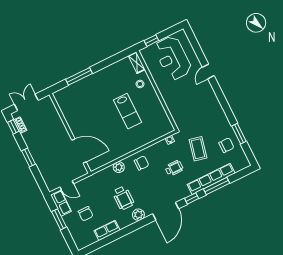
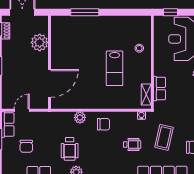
shelving: (137, 63) -> (146, 94), moved
row of seats: (174, 110) -> (160, 89), added
plant: (54, 121) -> (40, 42), added
door: (79, 151) -> (49, 83), hinge flipped
door: (67, 185) -> (22, 110), swing flipped

